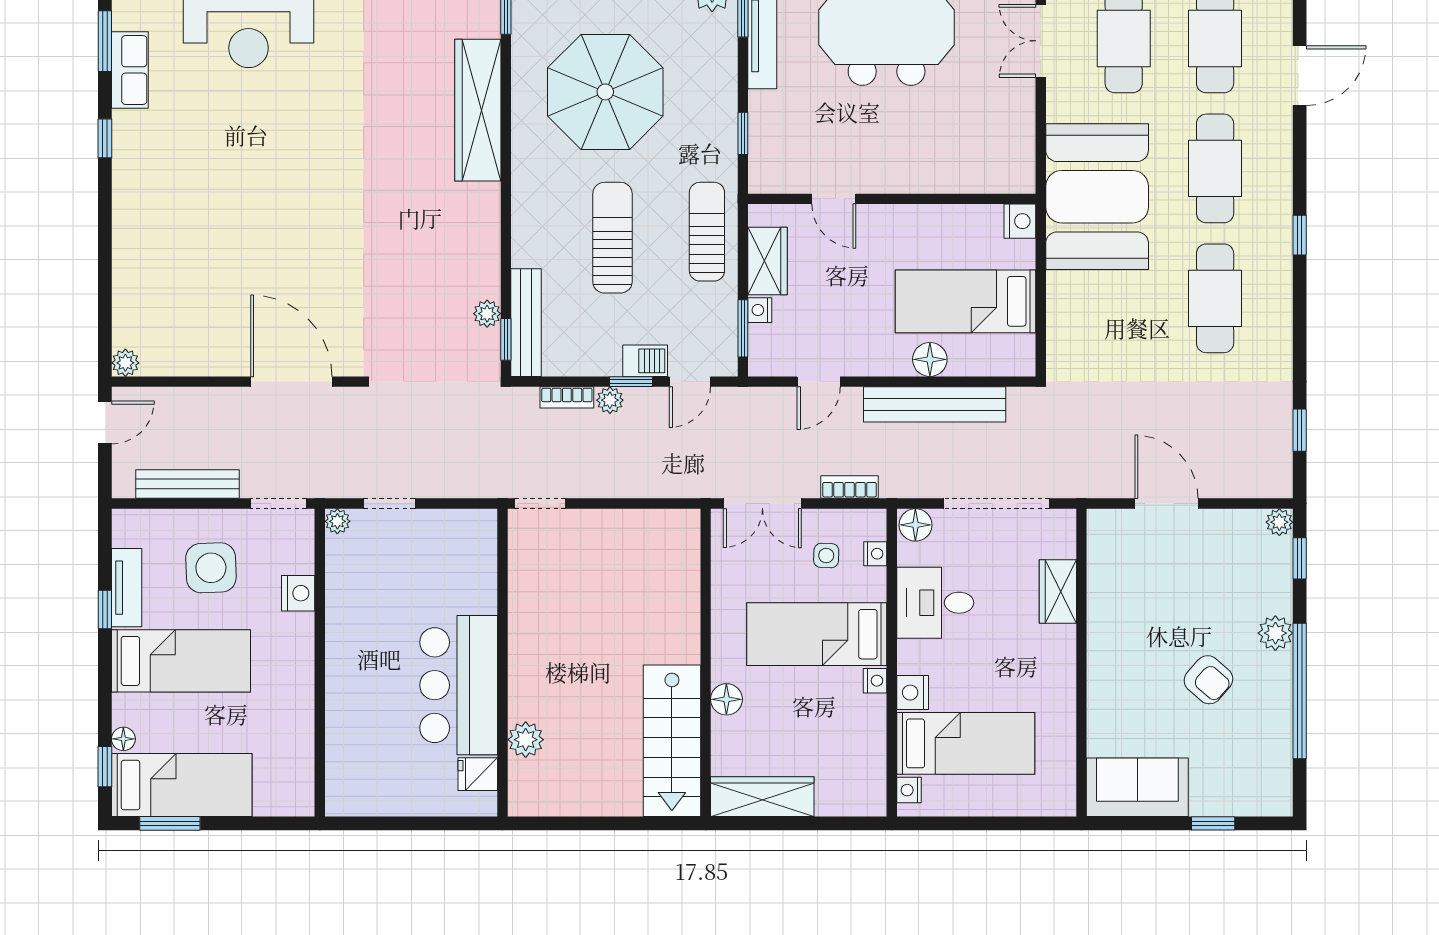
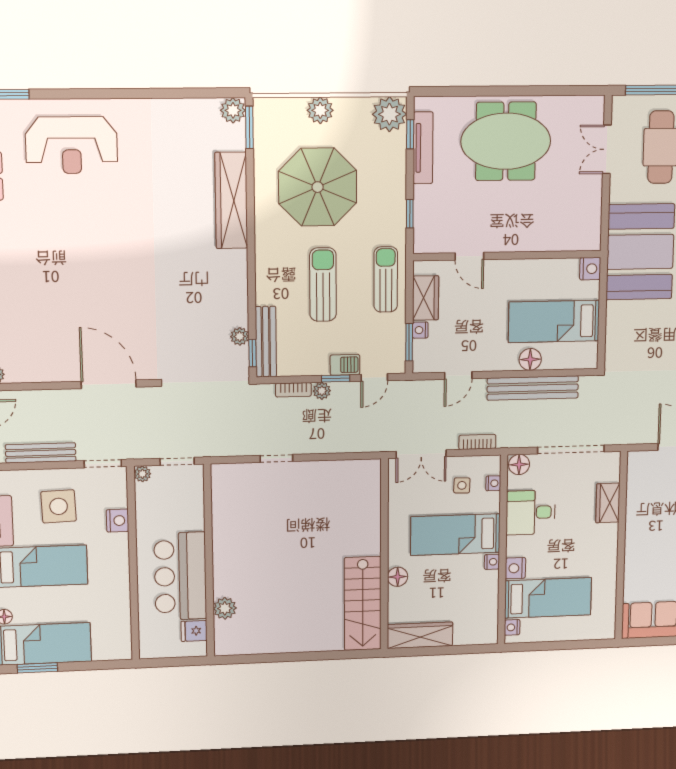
wall: (503, 663) -> (209, 561), moved
bar counter: (459, 685) -> (180, 576), moved
plant: (526, 740) -> (225, 608), moved
fridge: (478, 774) -> (194, 631), moved

